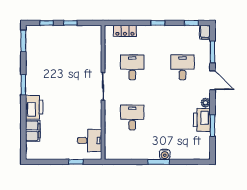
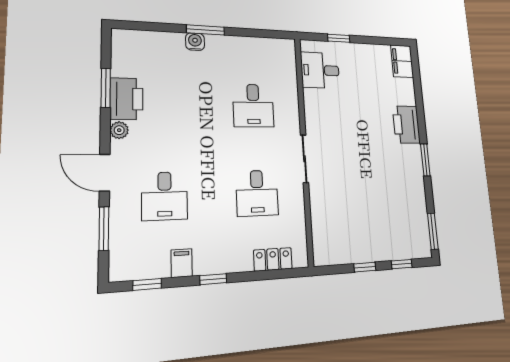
filing cabinet: (205, 32) -> (182, 263), moved
filing cabinet: (33, 131) -> (402, 61), moved

